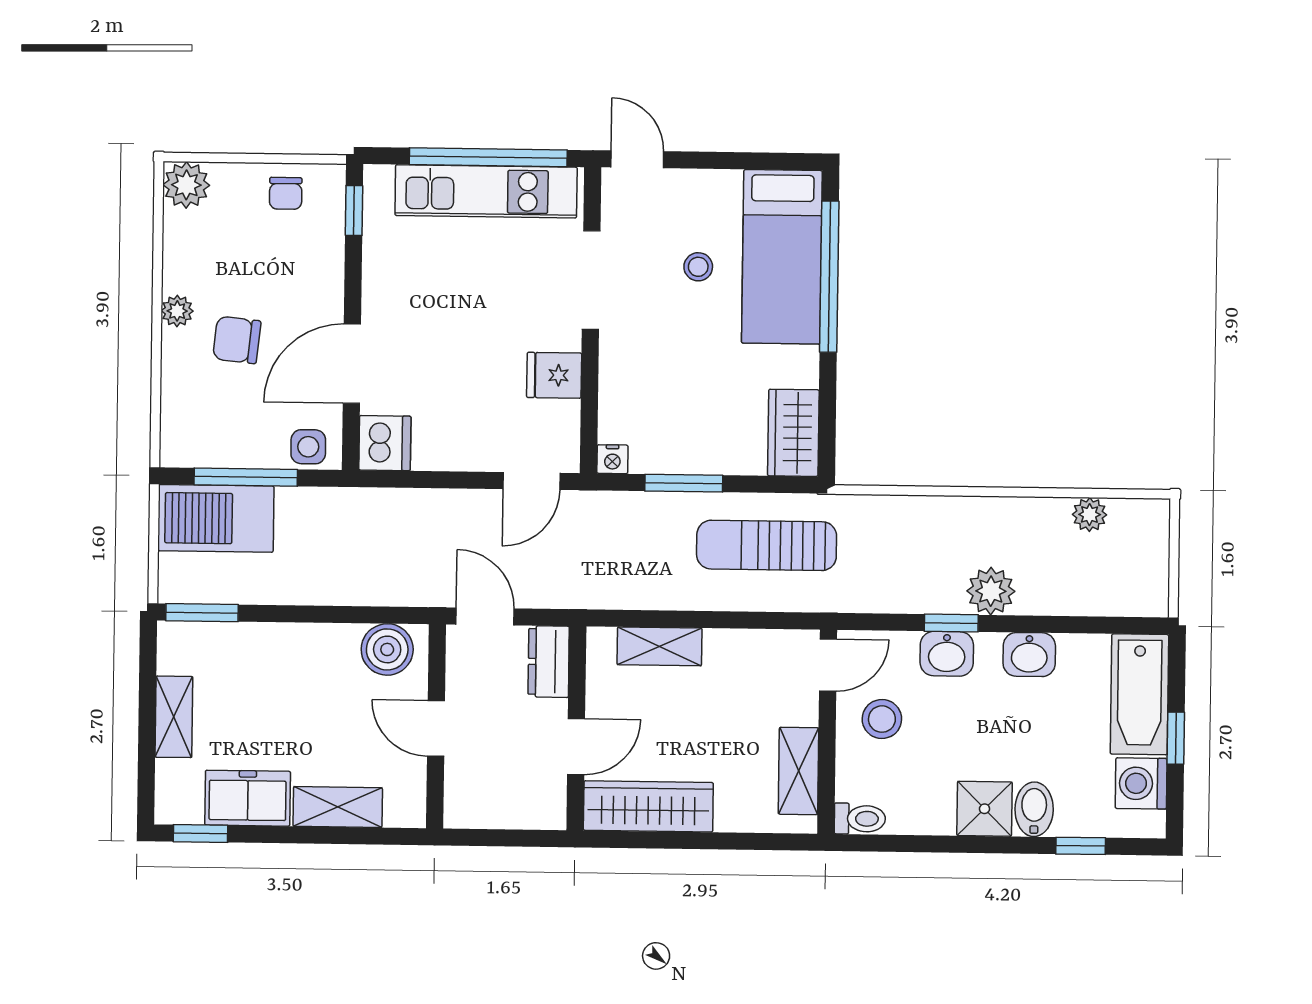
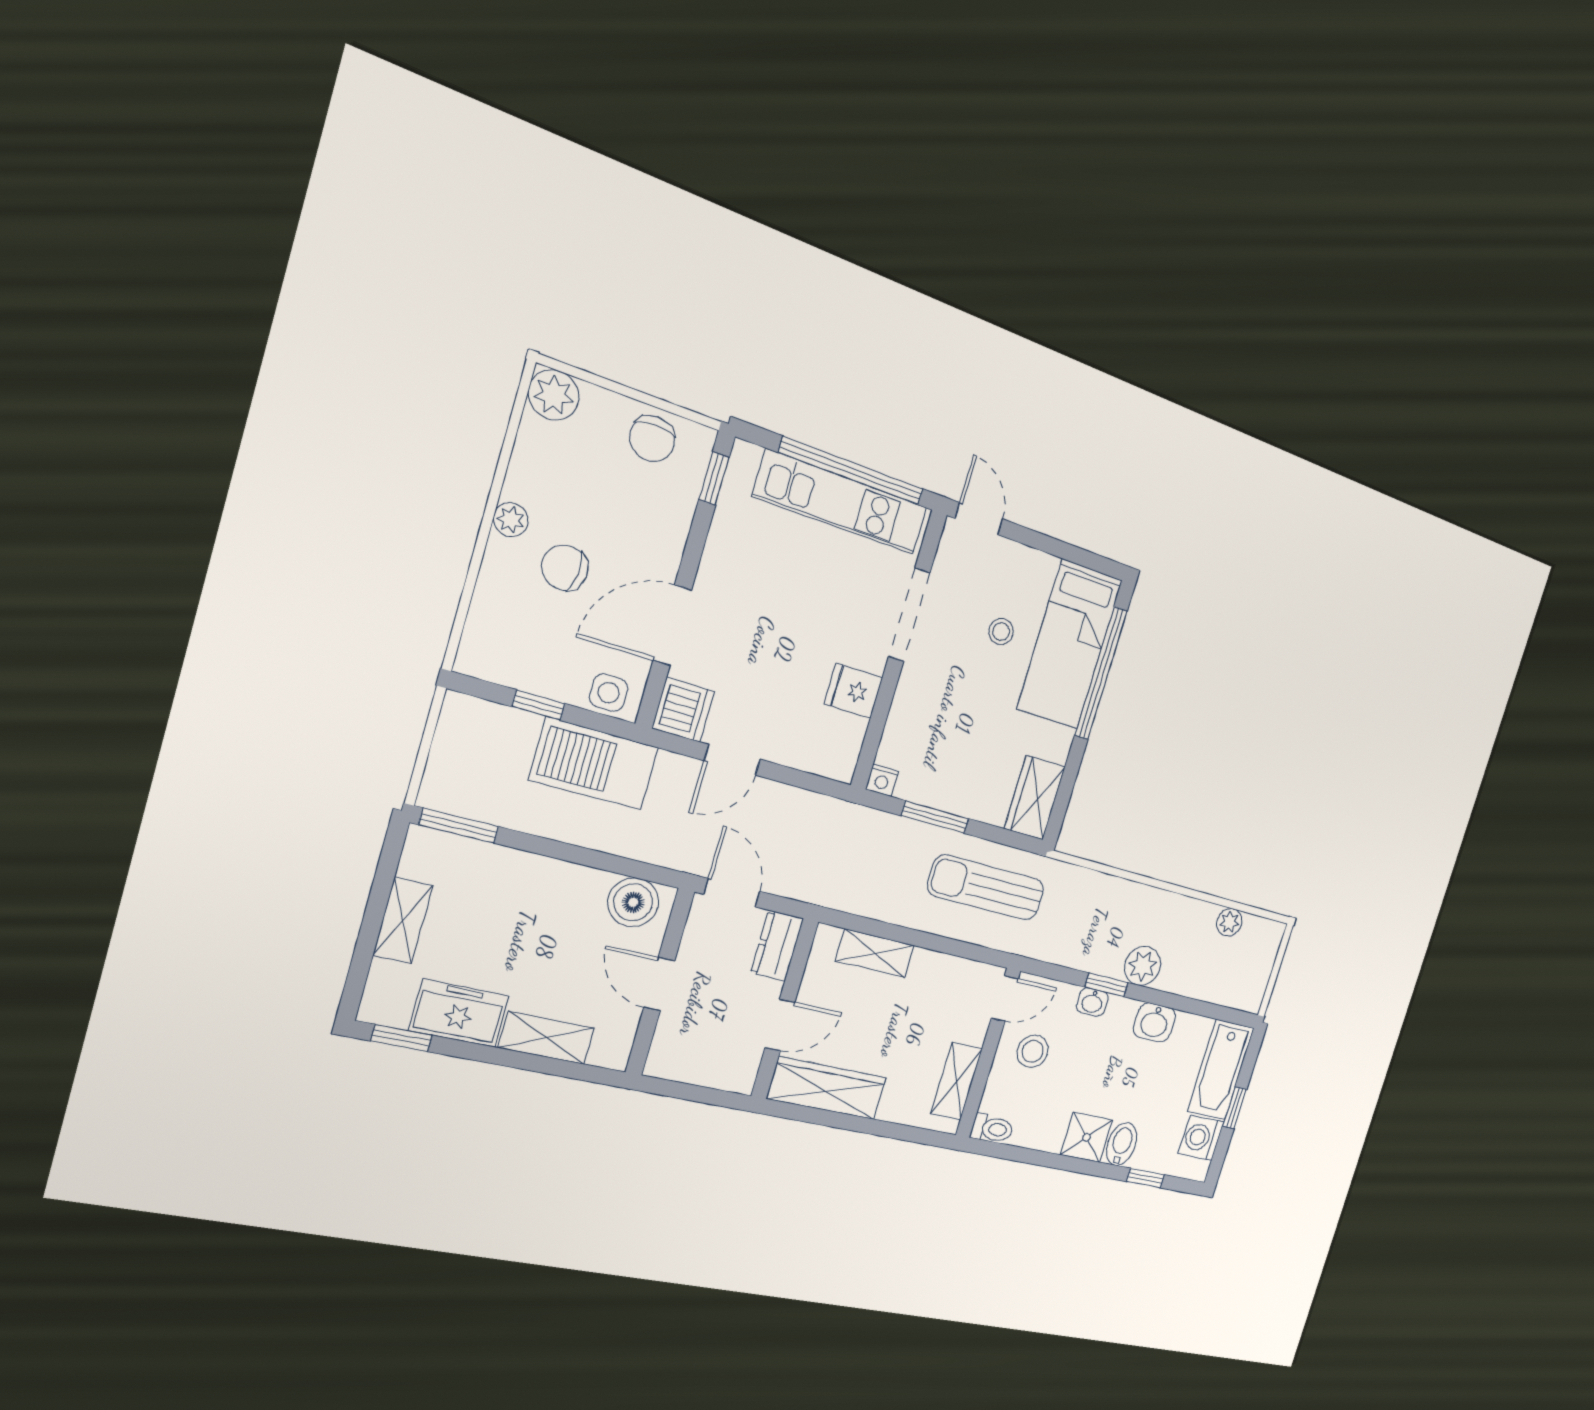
chair: (286, 193) -> (652, 439), width x1.37, depth x1.37
window: (246, 477) -> (538, 705), width x0.46
door: (531, 481) -> (732, 760), moved
barbecue: (216, 518) -> (594, 764), moved
washbasin: (947, 654) -> (1092, 1002), width x0.72, depth x0.69

